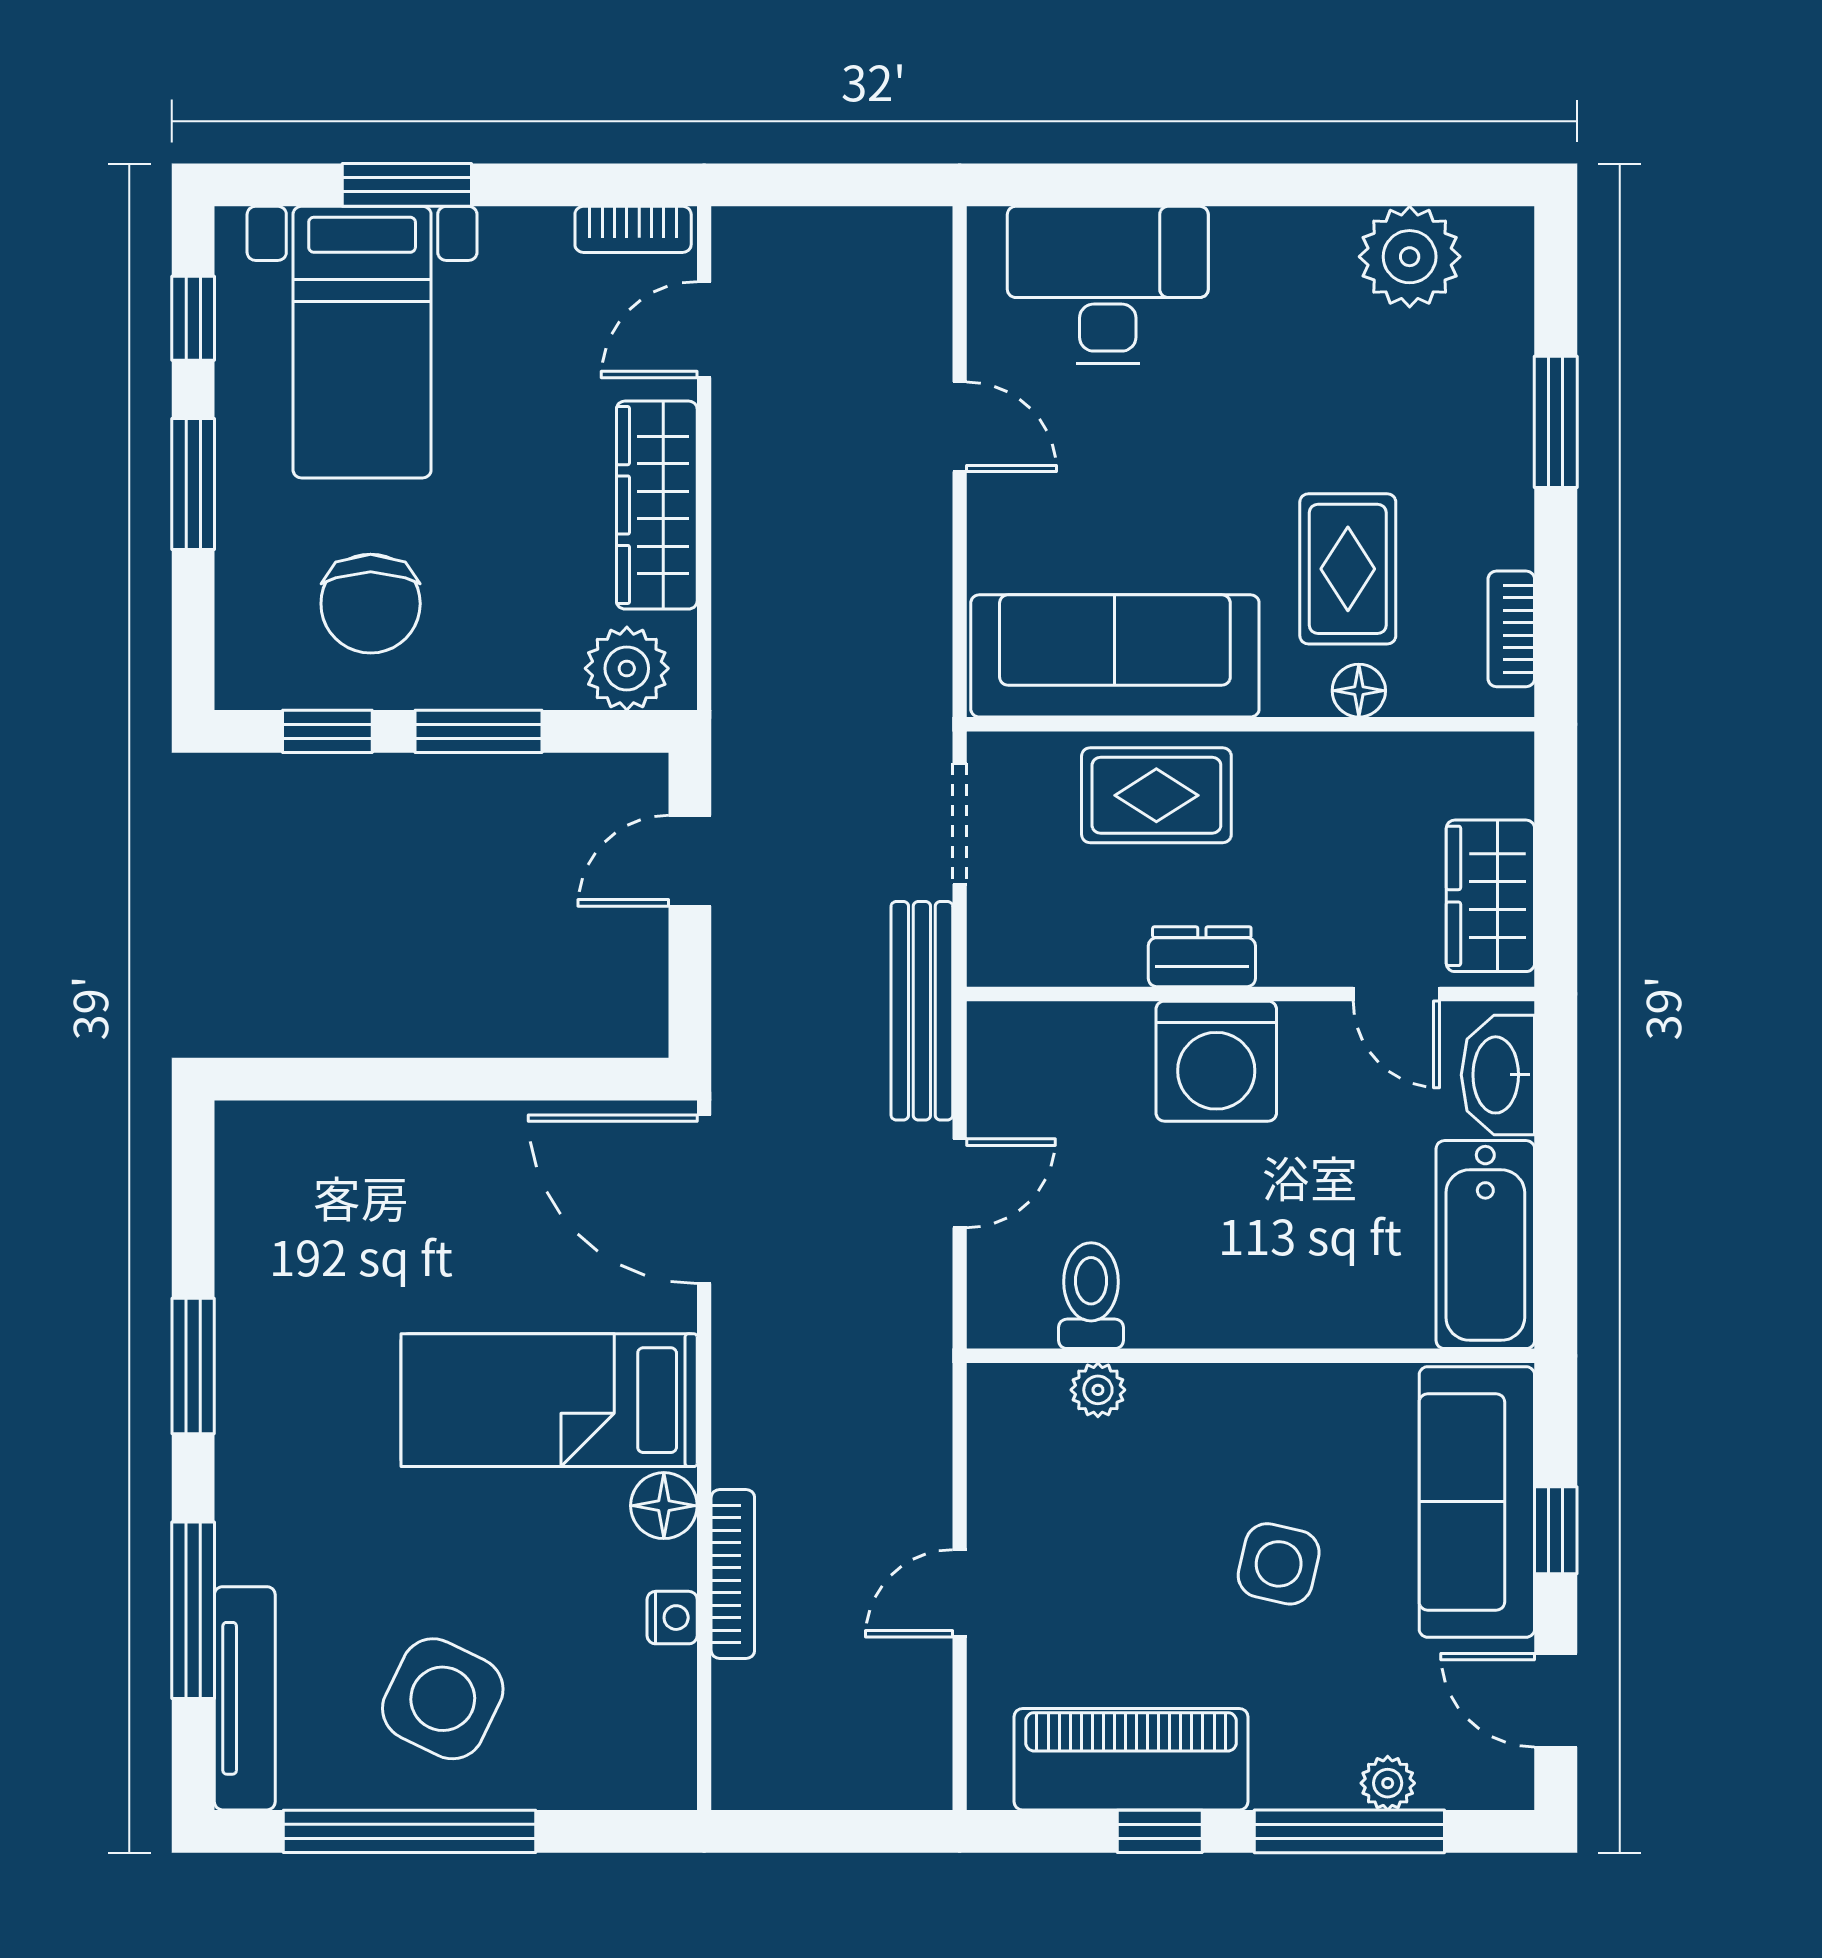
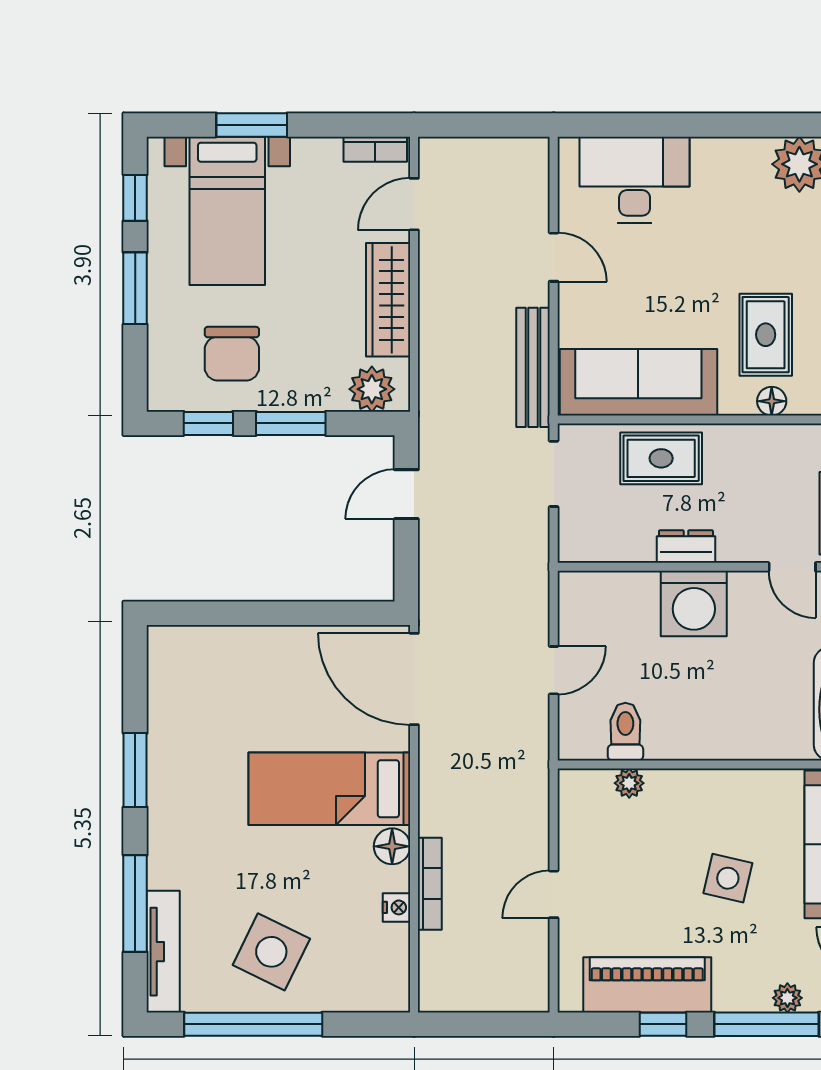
bench: (922, 1011) -> (533, 367), moved

